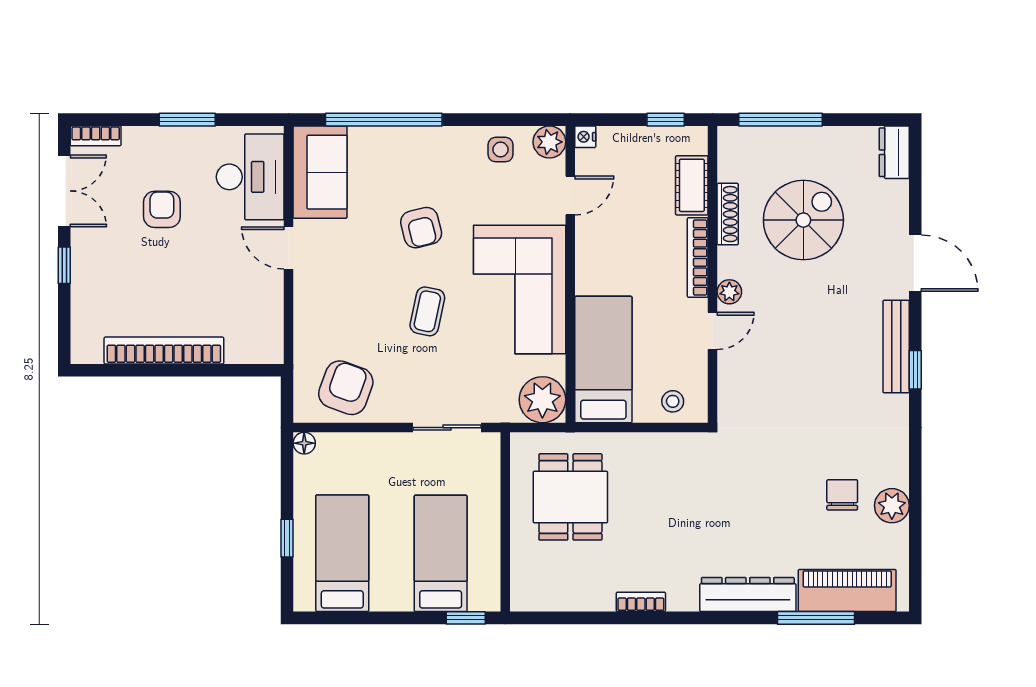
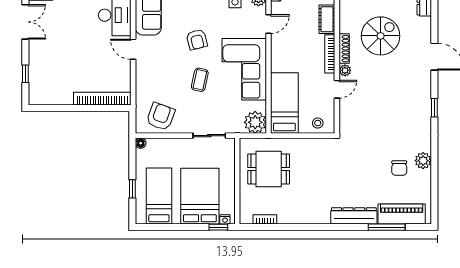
armchair: (162, 209) -> (72, 31), removed
shoe rack: (728, 214) -> (344, 49), moved
window: (64, 265) -> (25, 74), moved
bench: (896, 347) -> (425, 97), removed
bookcase: (164, 351) -> (102, 99), moved
chair: (842, 495) -> (399, 168), turned 180
dining table: (570, 497) -> (269, 169), turned 90
plant: (892, 506) -> (423, 161), moved
bed: (441, 553) -> (200, 196), width x1.50
nightstand: (480, 602) -> (225, 219), added
bookcase: (641, 602) -> (265, 219), moved

